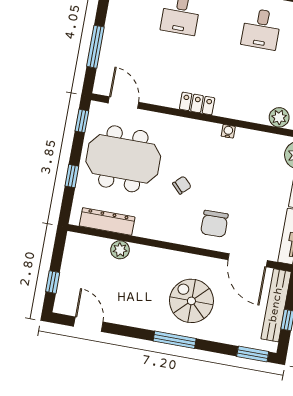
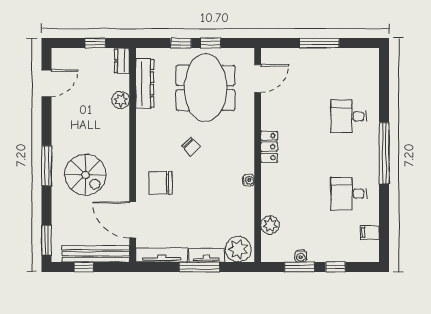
window: (95, 47) -> (319, 43), moved
window: (82, 121) -> (211, 43), moved
dresser: (79, 241) -> (122, 61), added
door: (248, 260) -> (133, 220), hinge flipped
window: (53, 282) -> (95, 43), moved
spiral stairs: (191, 301) -> (85, 175), turned 90

